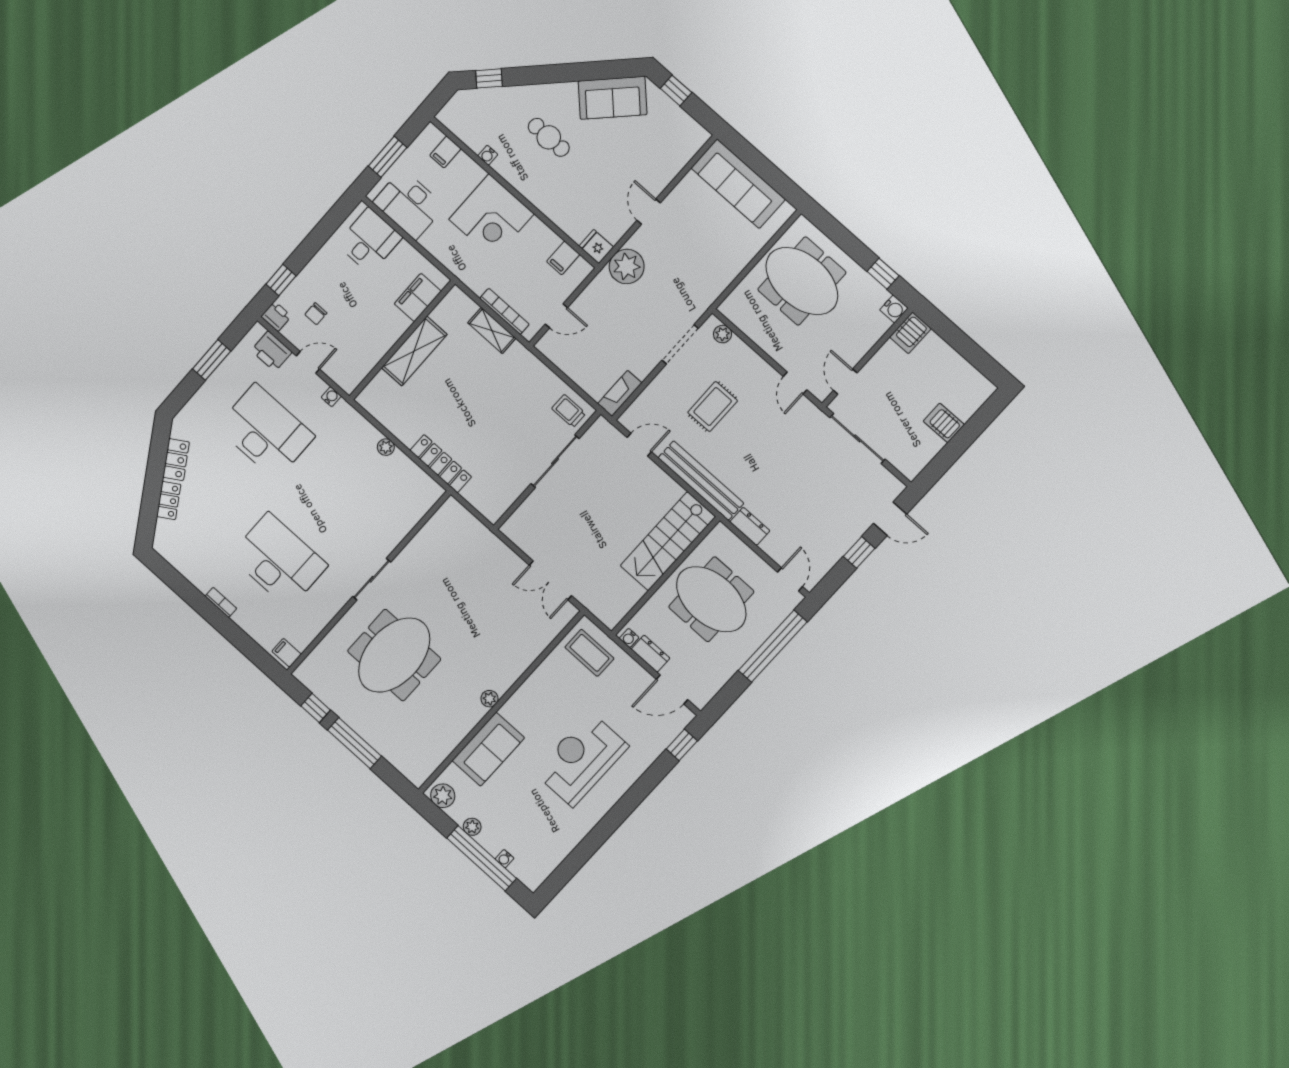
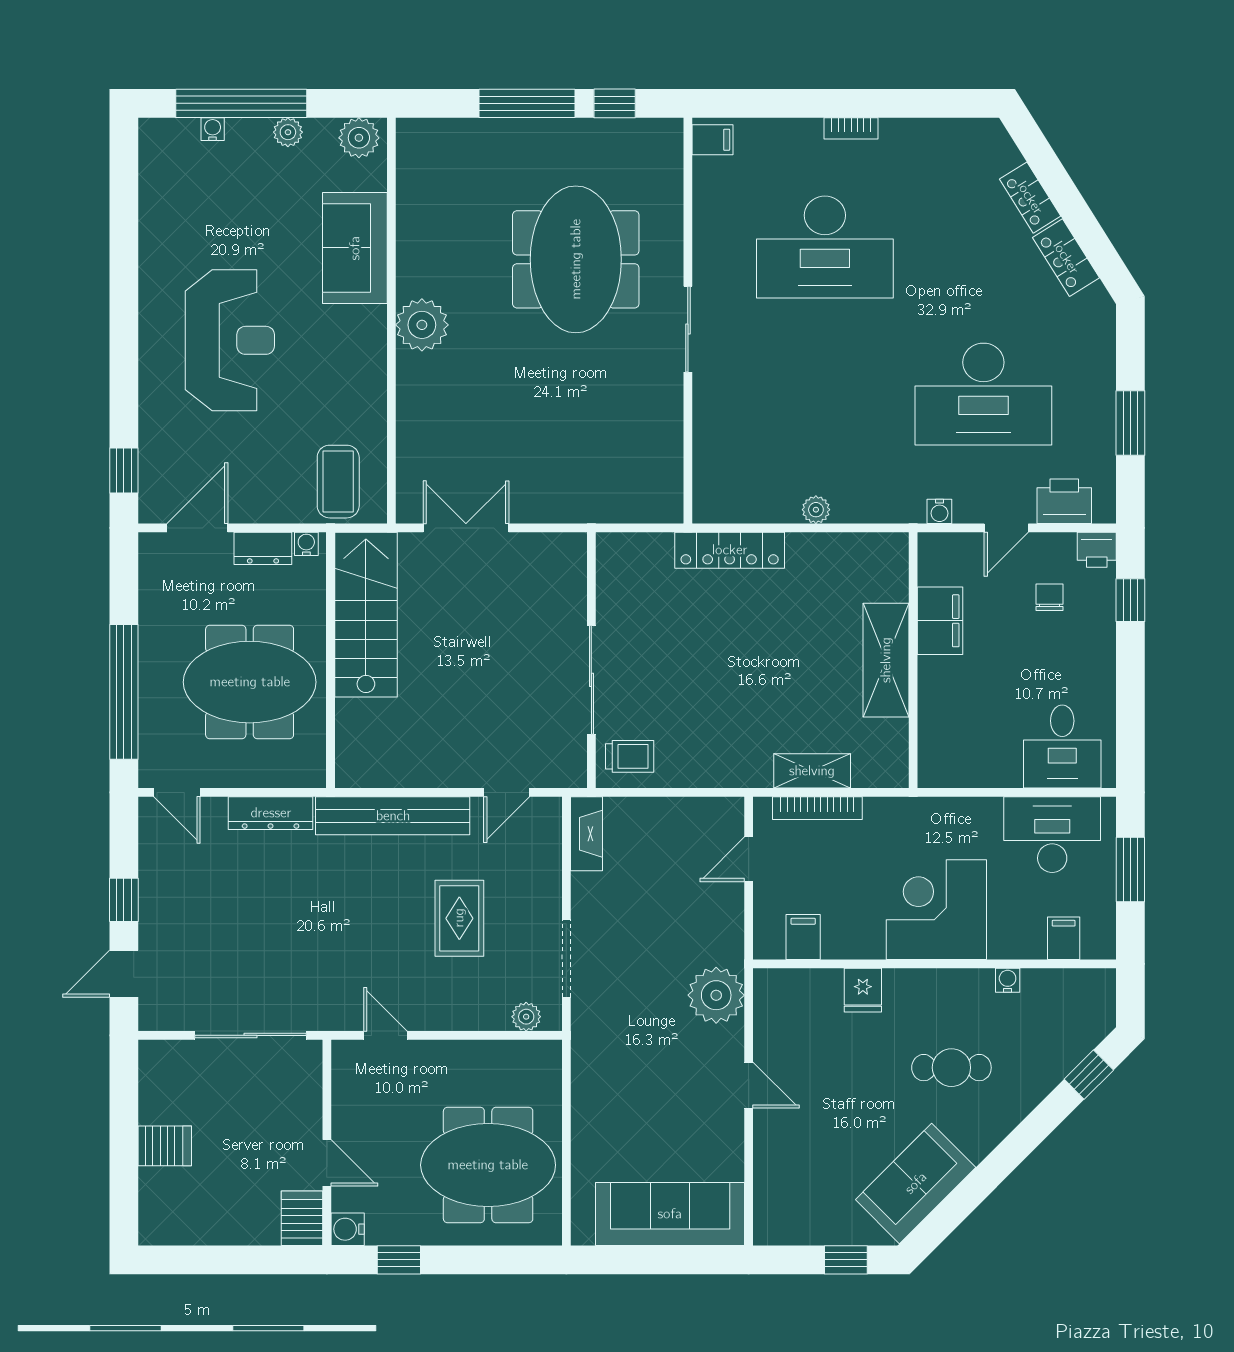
fridge: (596, 247) -> (863, 990), moved, turned 90
filing cabinet: (418, 298) -> (940, 621), moved
door: (845, 382) -> (327, 1163), moved
dresser: (750, 526) -> (271, 813), width x1.44
stairs: (668, 541) -> (366, 615), moved
coffee table: (589, 653) -> (338, 482), turned 90
plant: (489, 699) -> (422, 325), width x1.88, depth x1.88

